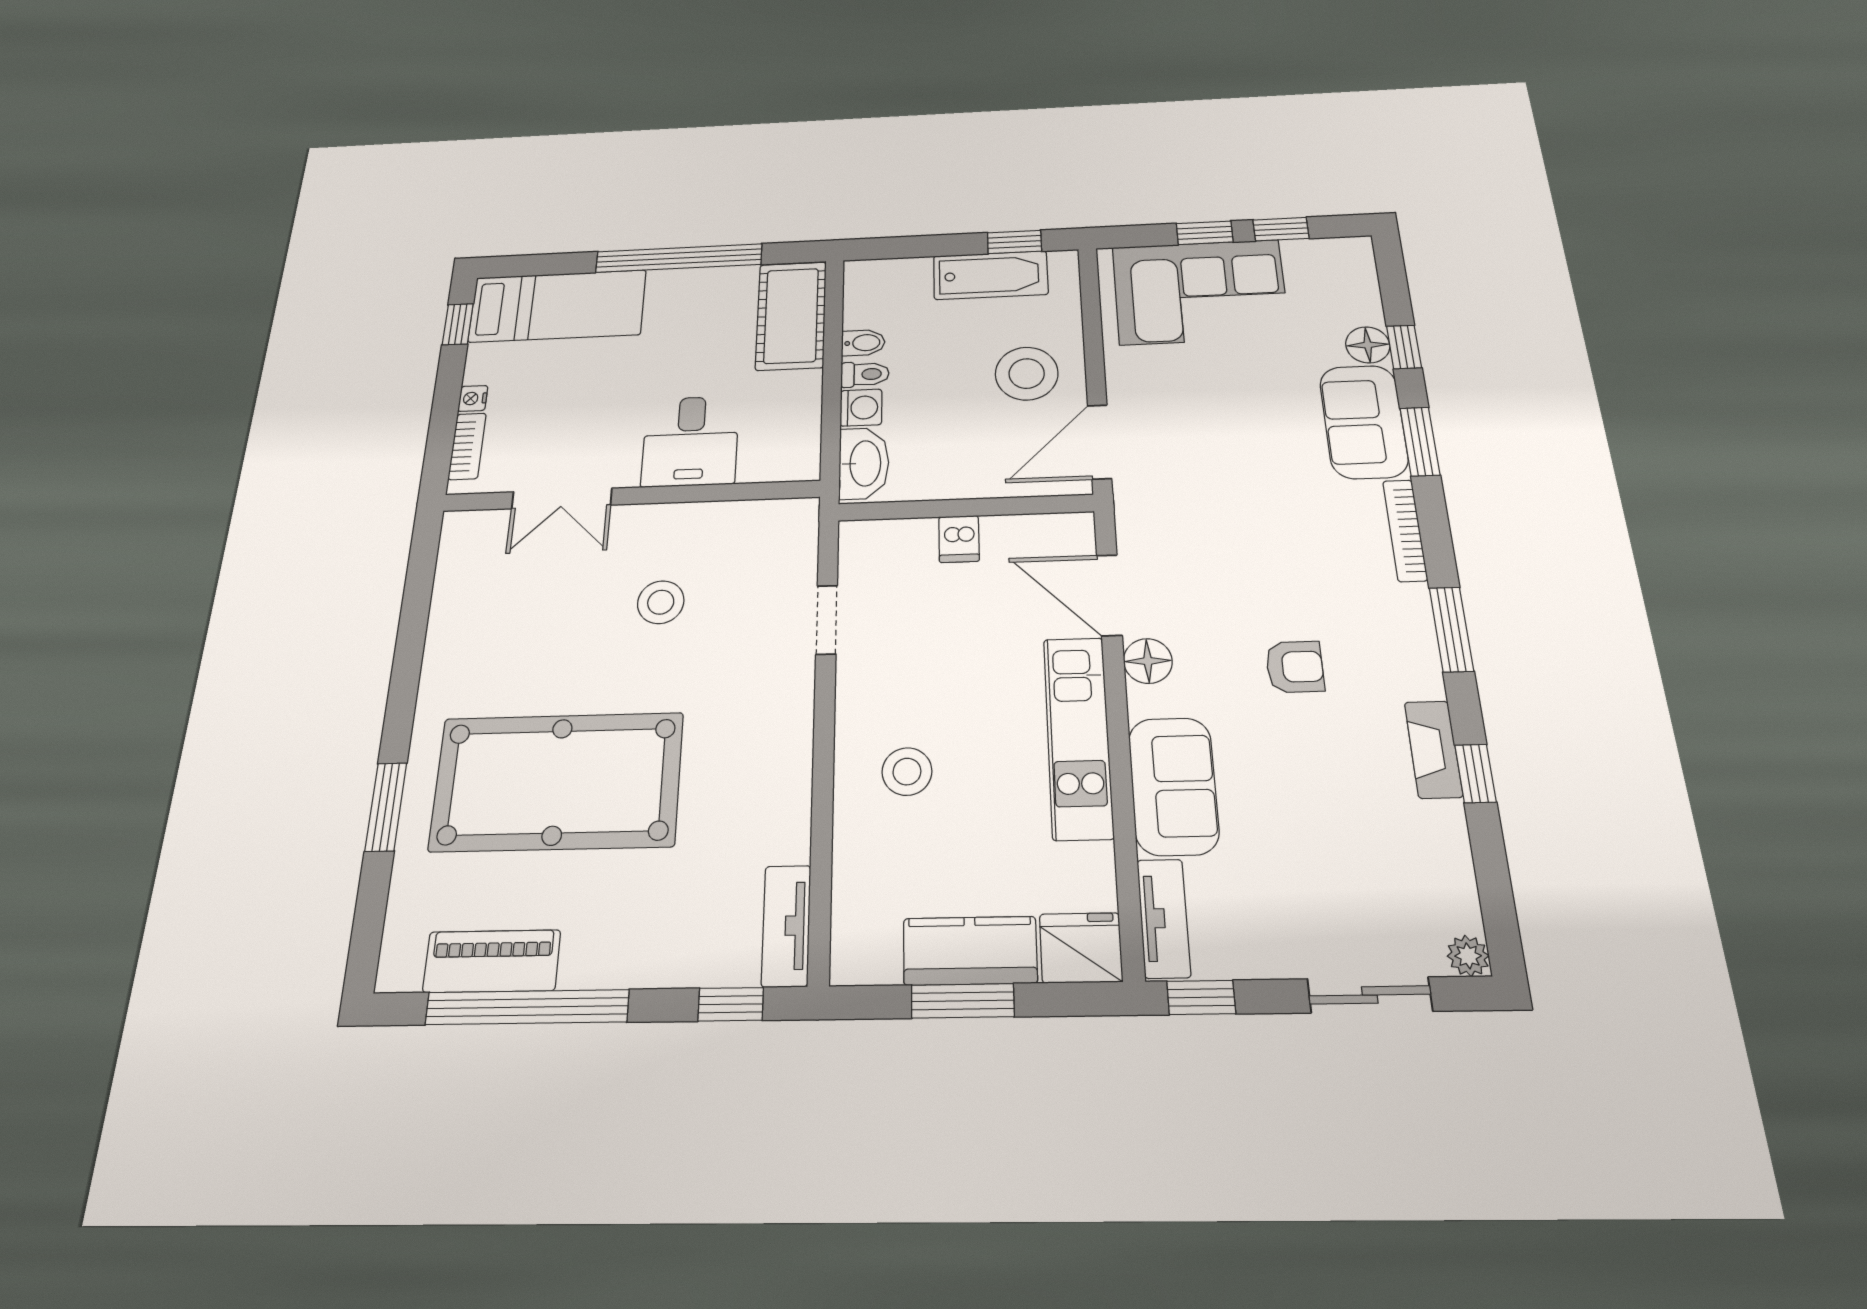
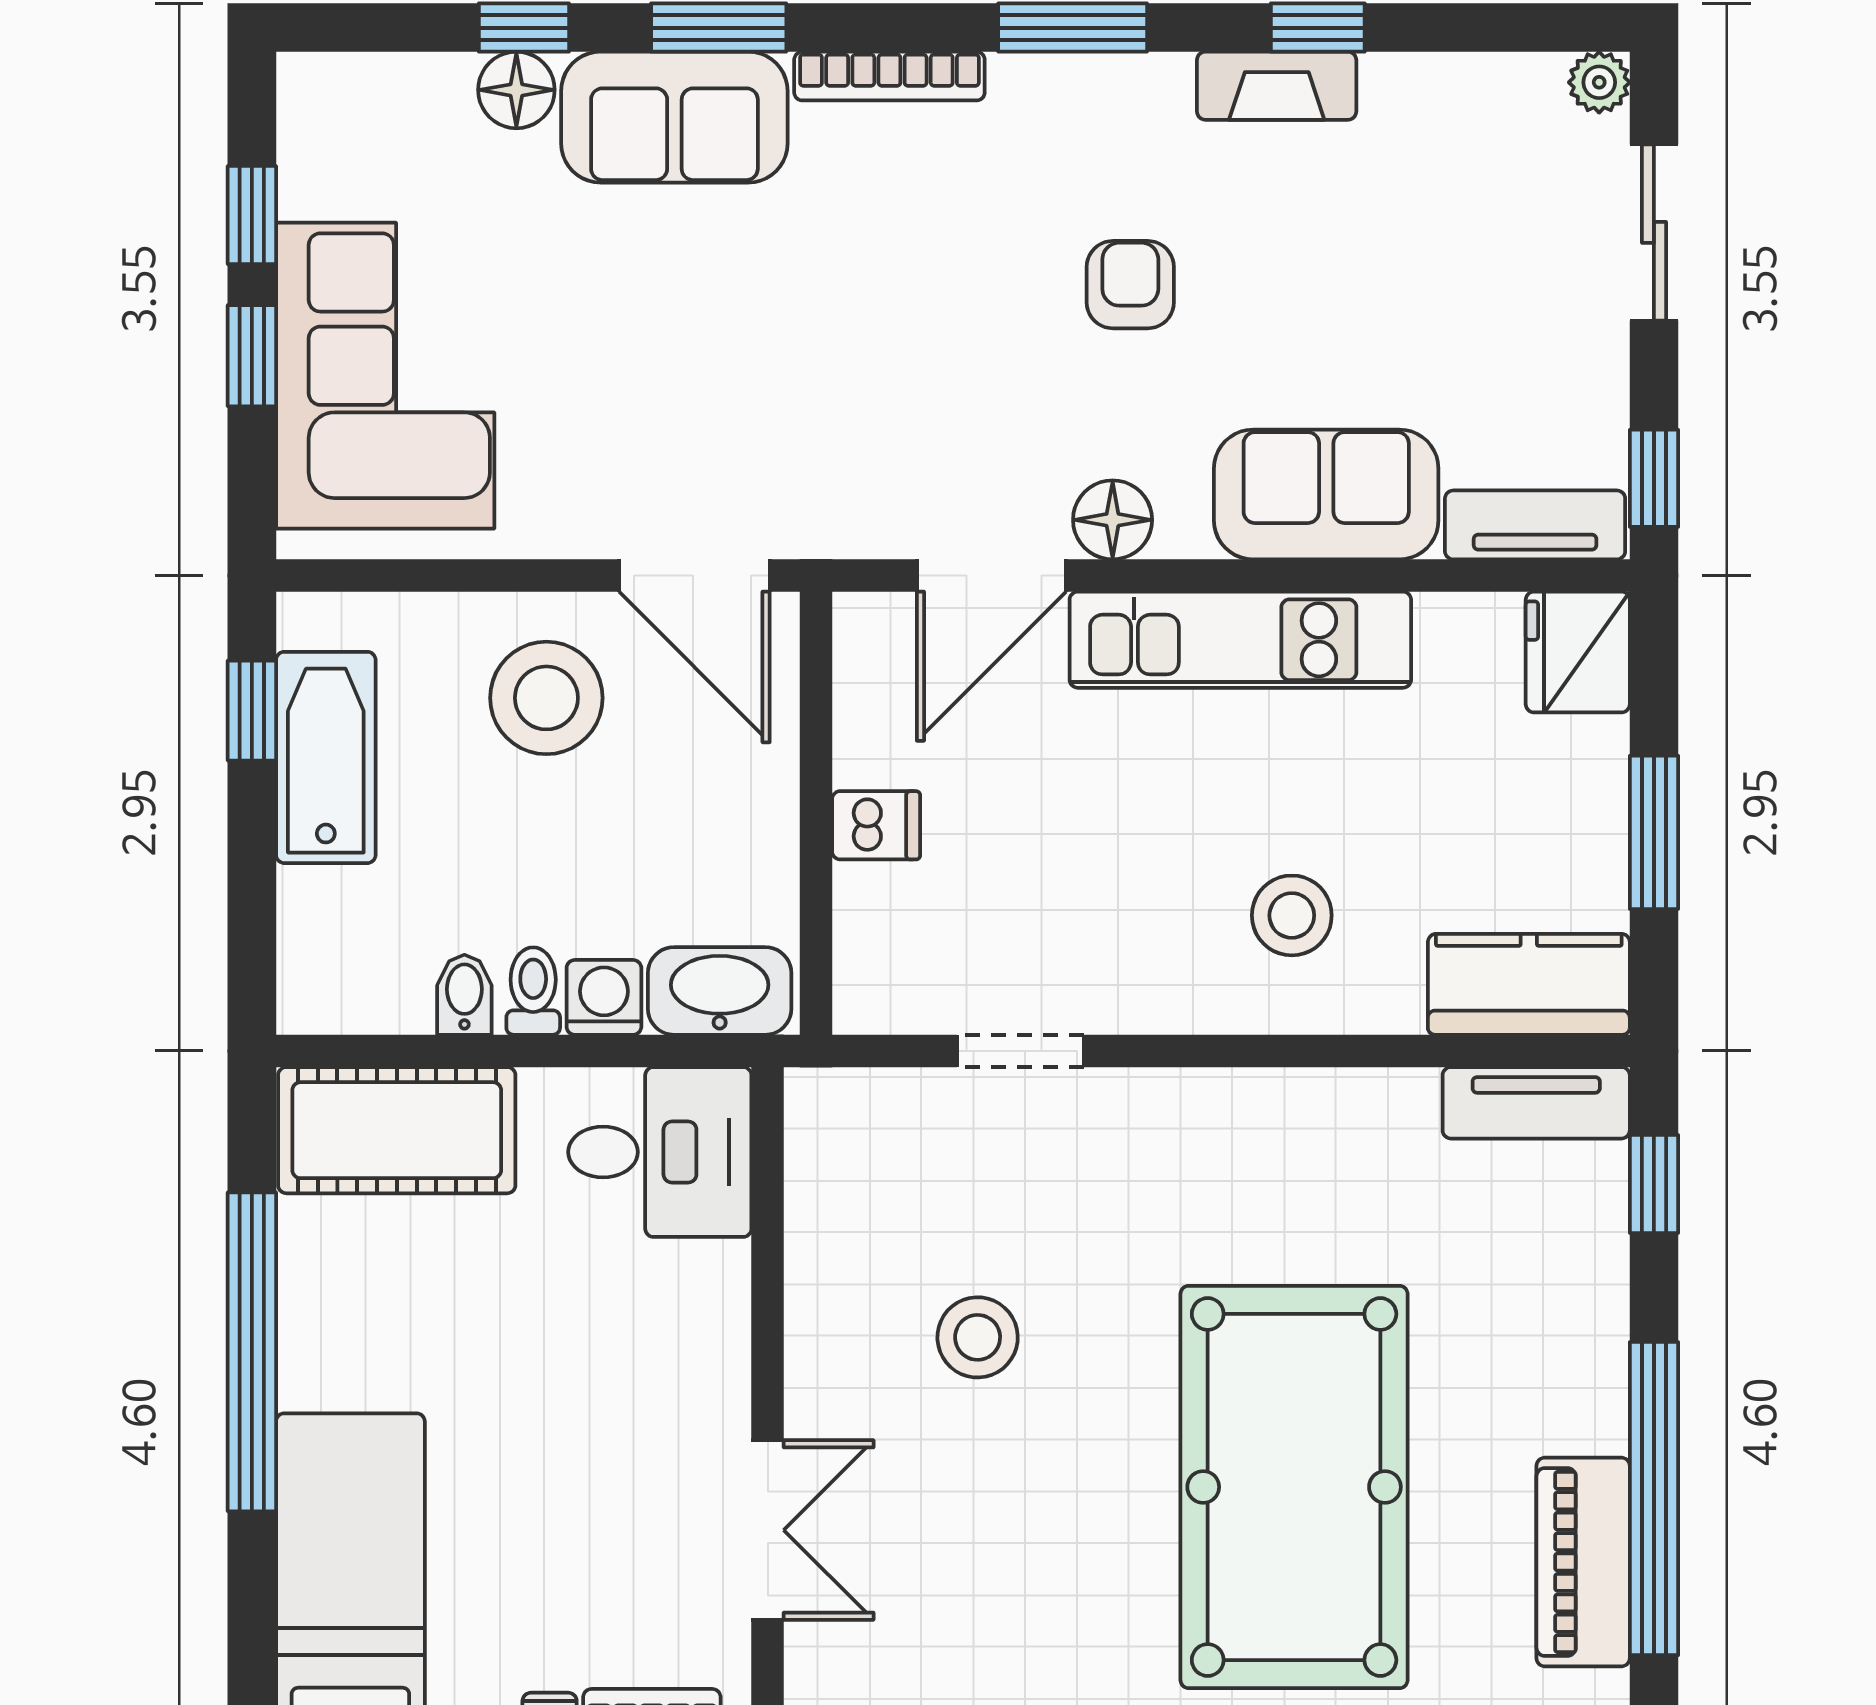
desk: (690, 441) -> (660, 1152), moved
kitchen counter: (970, 951) -> (1529, 984), moved, turned 90

